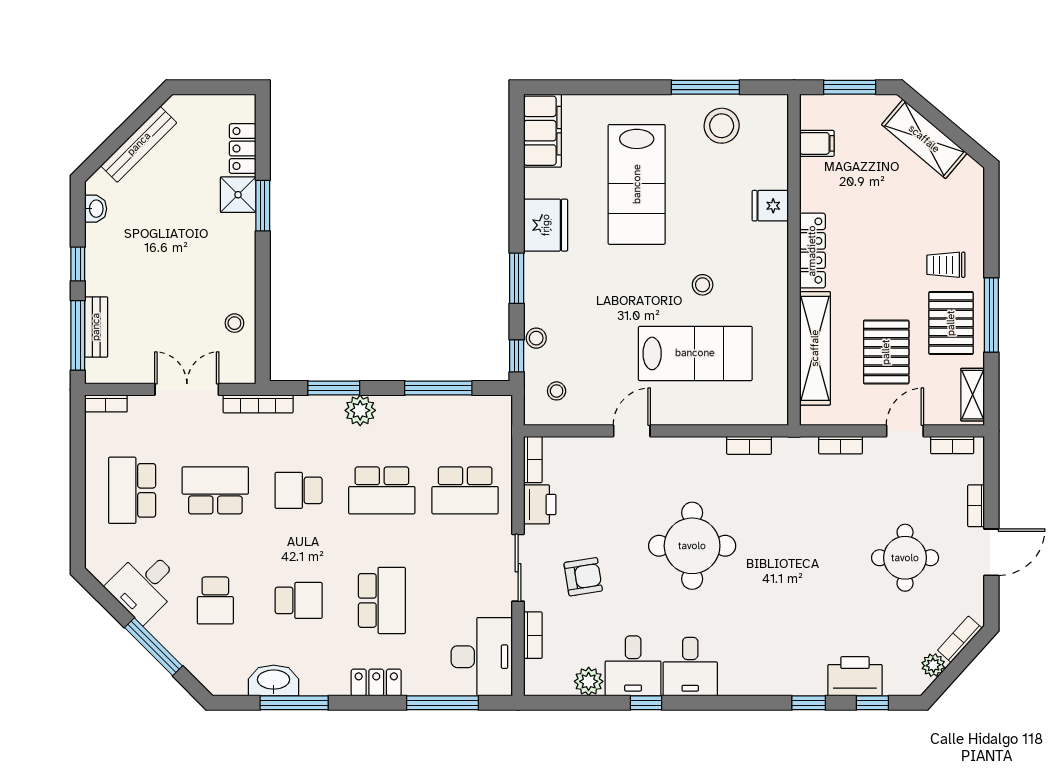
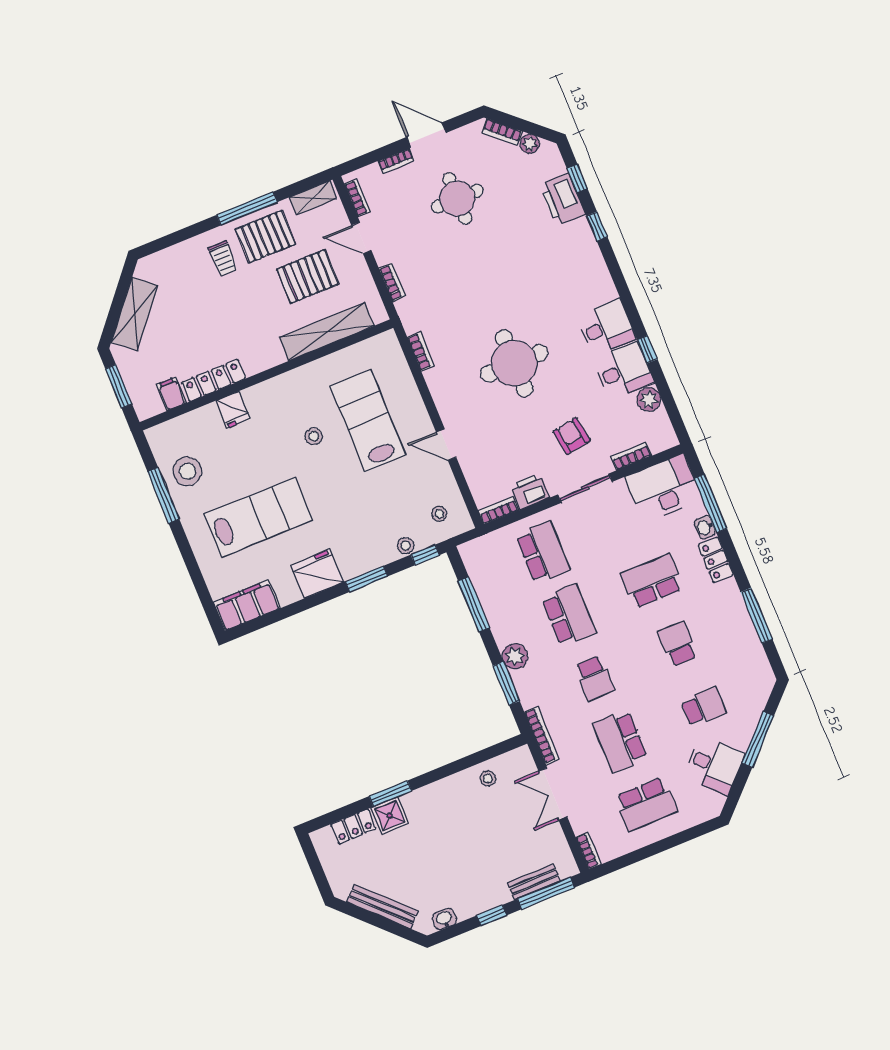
locker: (812, 251) -> (214, 380), moved
washbasin: (274, 680) -> (705, 527), moved, width x0.52, depth x0.69

